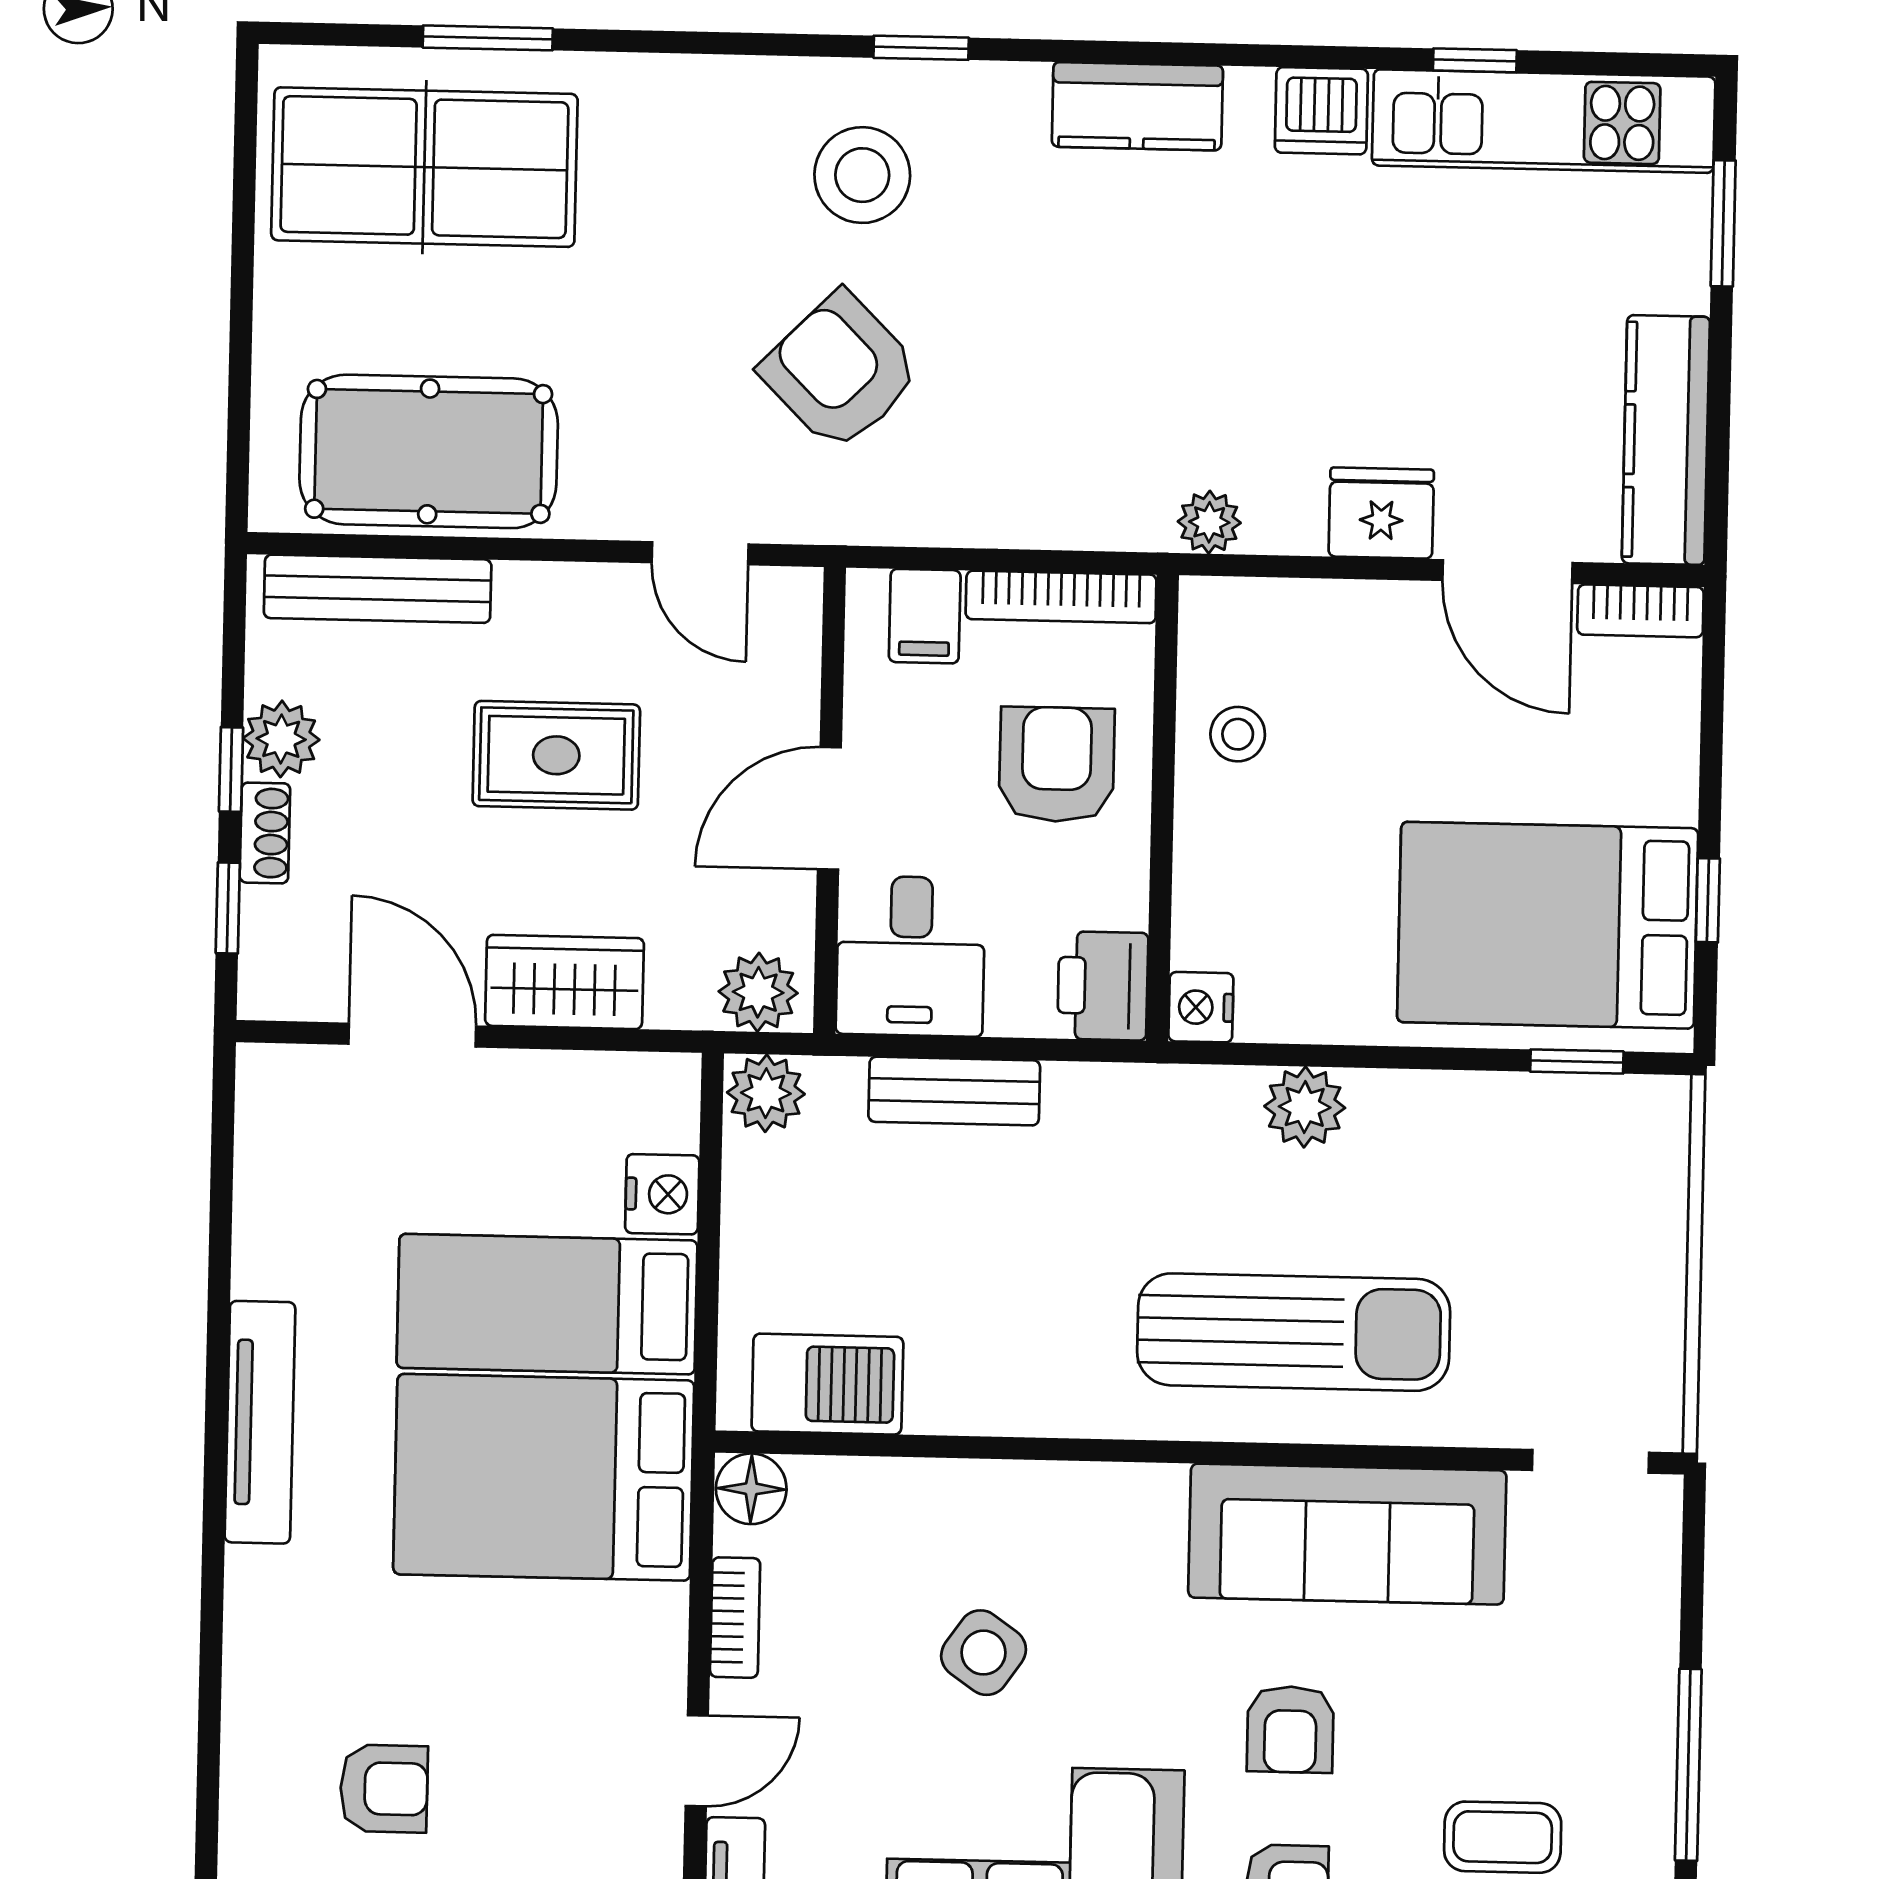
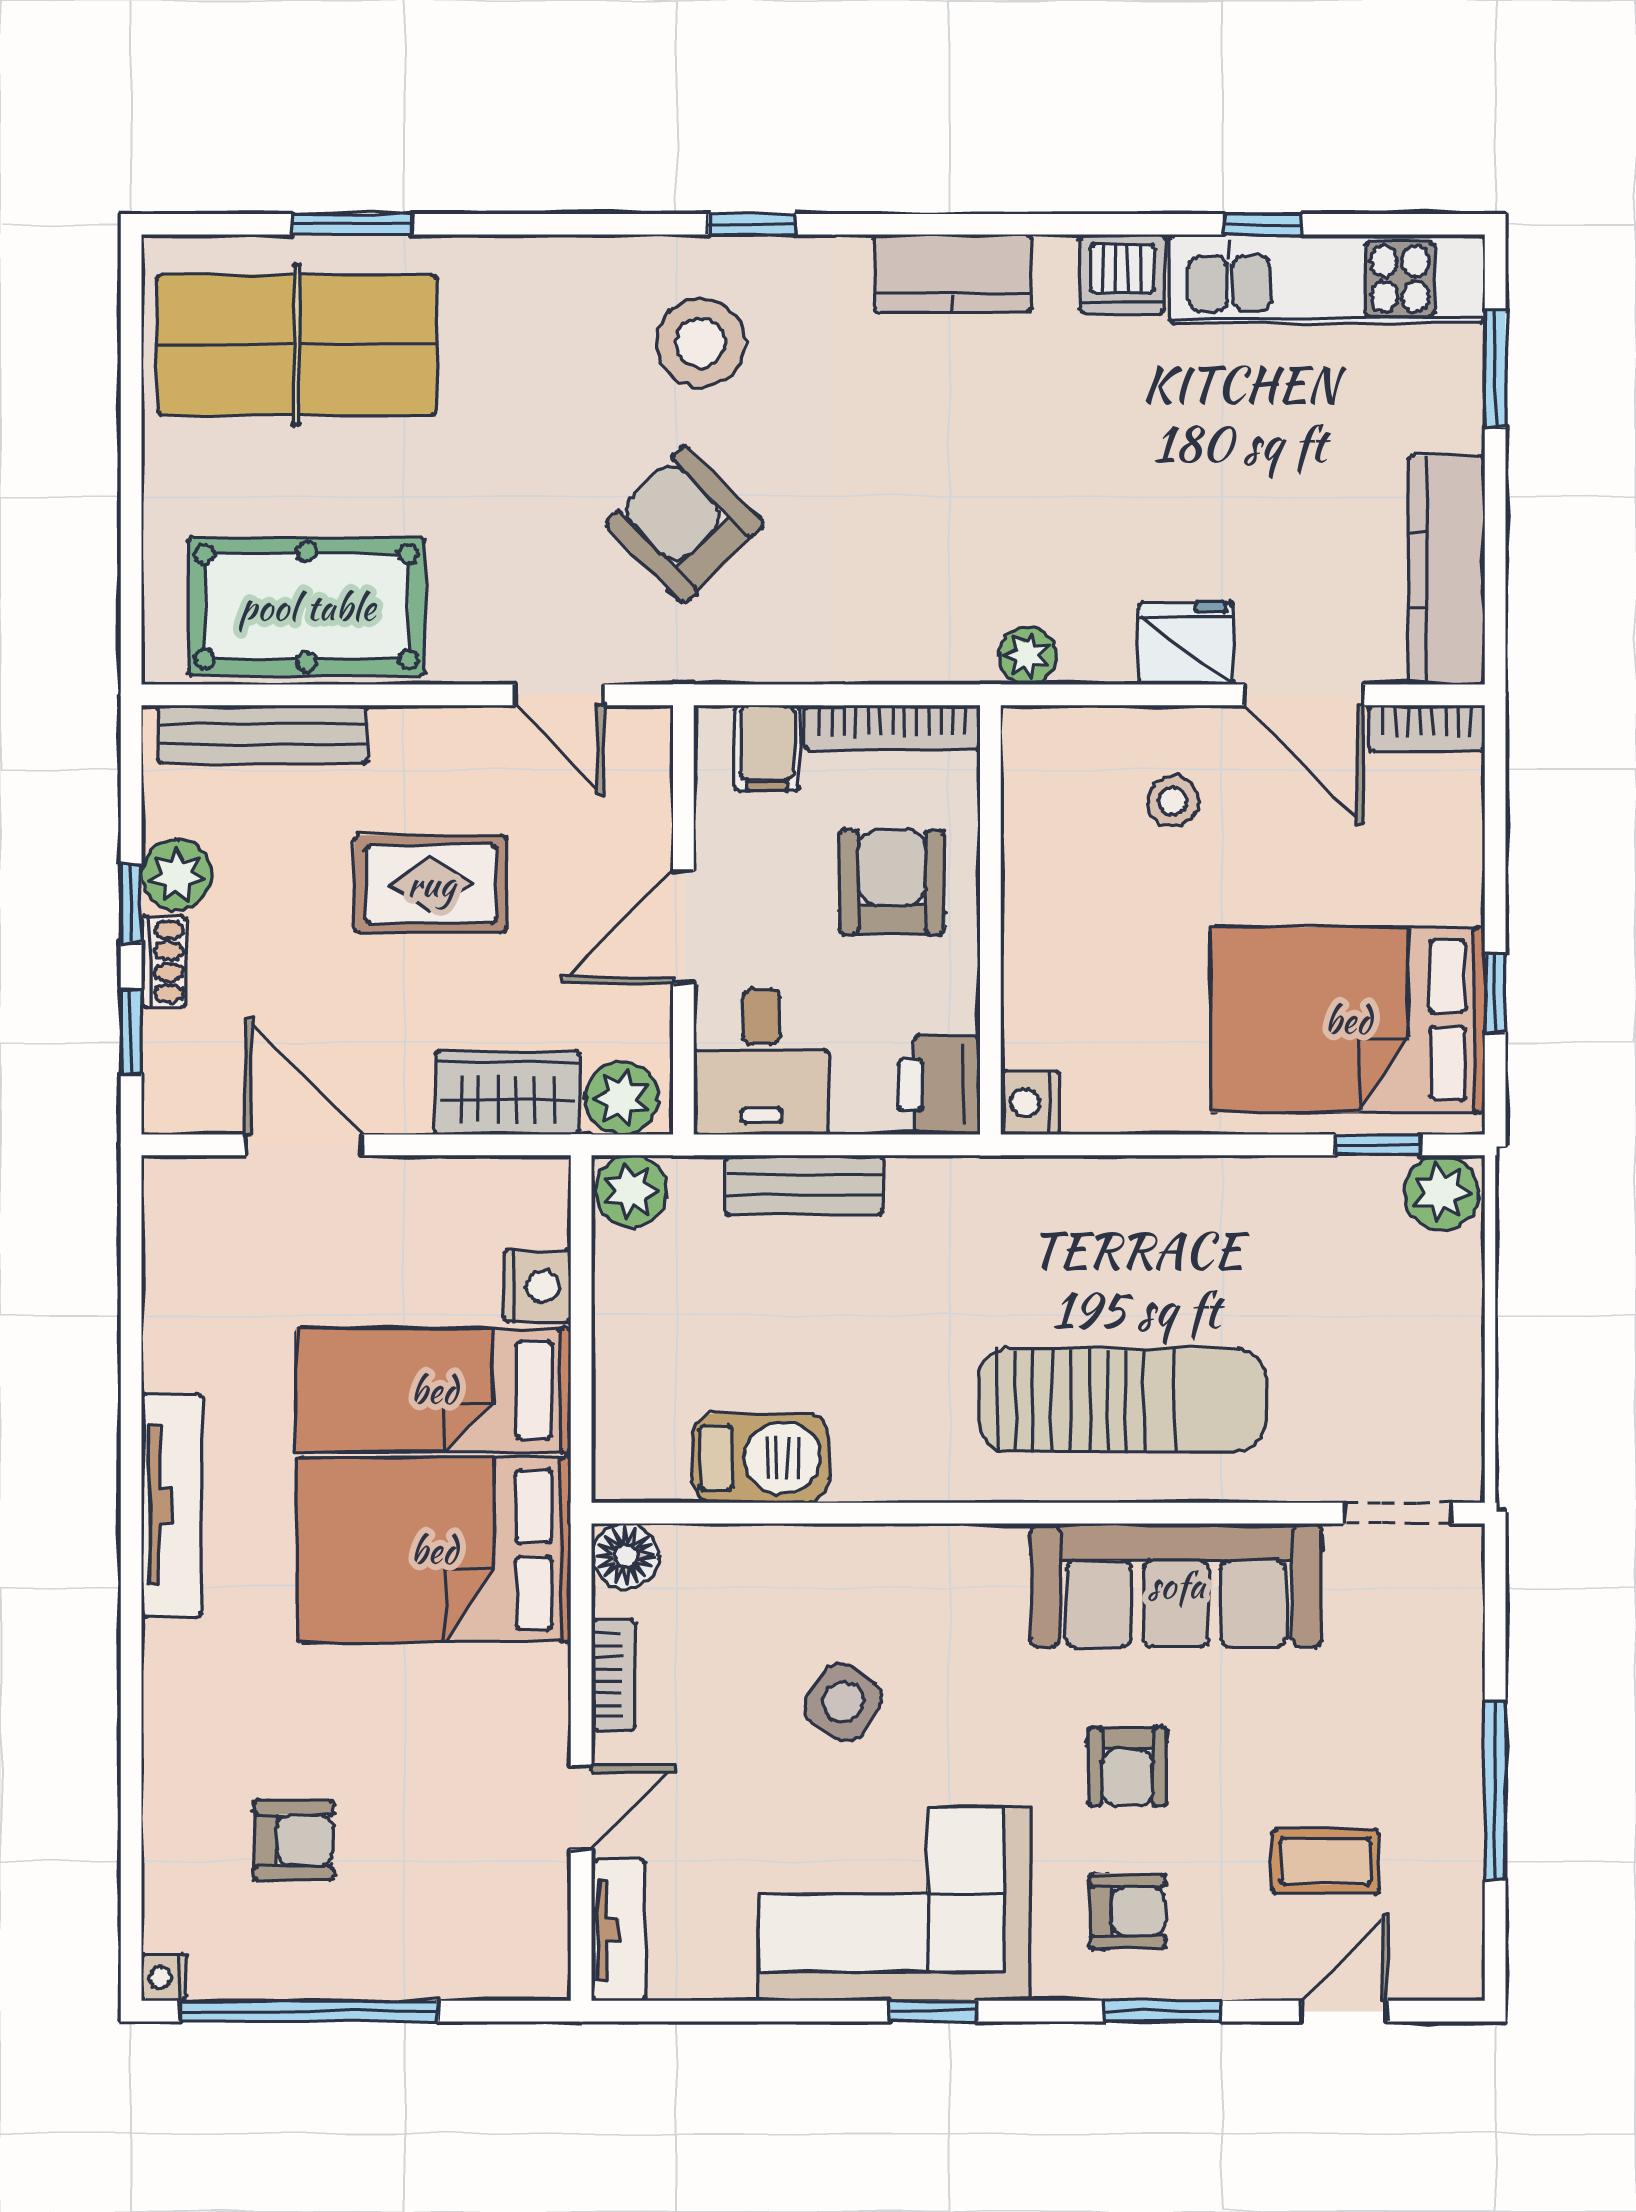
stool: (1238, 734) -> (1173, 801), moved
wardrobe: (565, 982) -> (507, 1093), moved
plant: (1305, 1107) -> (1441, 1193), moved
barbecue: (827, 1384) -> (760, 1458), moved

